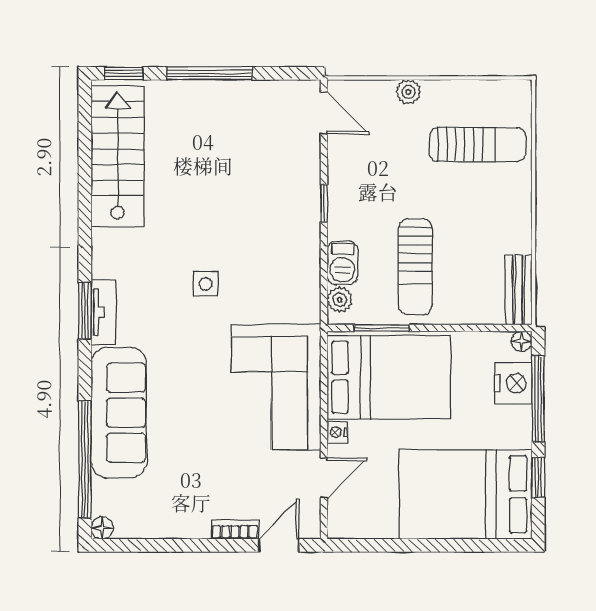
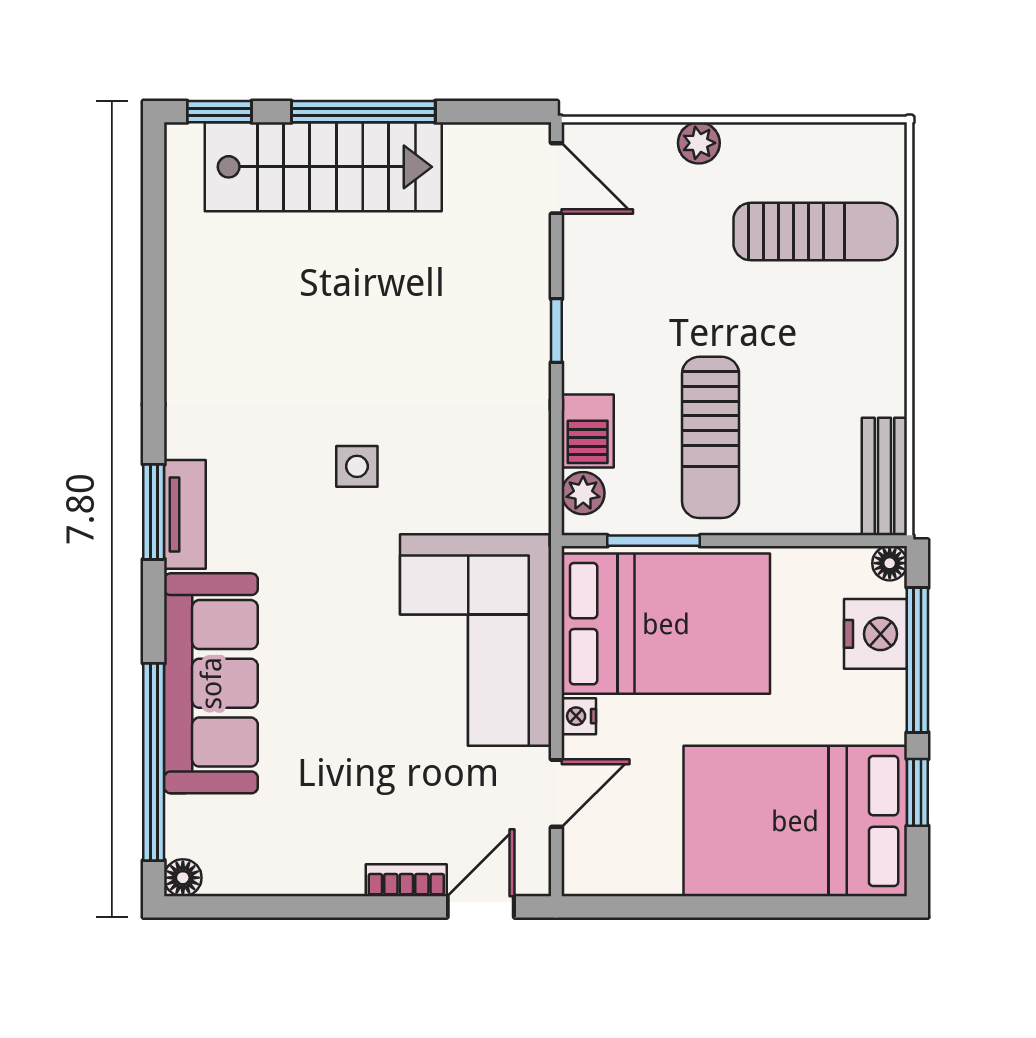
stairs: (118, 156) -> (323, 167), moved, turned 90

